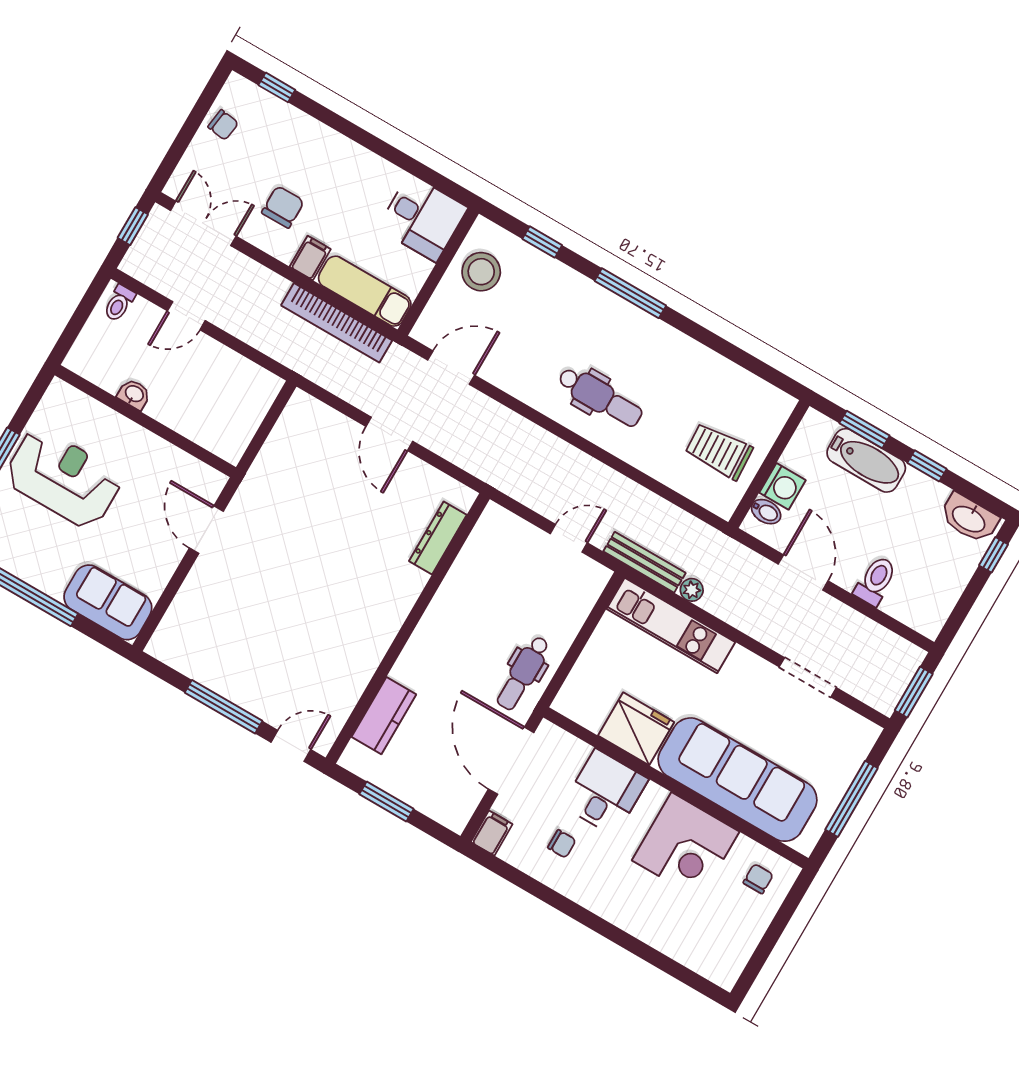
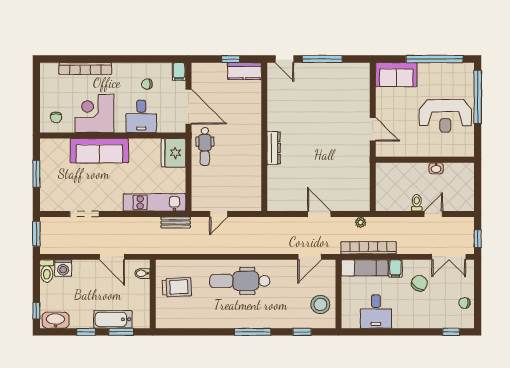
chair: (283, 207) -> (419, 283), turned -149
desk: (423, 218) -> (376, 311), moved, turned -90
toilet: (119, 303) -> (417, 203), moved
dental chair: (600, 397) -> (240, 281), width x1.36, depth x1.38
washing machine: (783, 486) -> (63, 268), moved, turned -90
dresser: (438, 538) -> (274, 148), moved
bench: (644, 562) -> (176, 222), width x0.73
toilet: (876, 581) -> (47, 271), moved
plant: (692, 590) -> (361, 222), moved
dental chair: (523, 673) -> (205, 146), turned 180
kitchen counter: (384, 716) -> (244, 71), moved, turned -90
fridge: (636, 729) -> (173, 153), moved, turned 90
door: (291, 746) -> (284, 59), hinge flipped
sofa: (738, 780) -> (99, 151), width x0.74, depth x0.79
window: (851, 799) -> (36, 174), width x0.69
window: (386, 802) -> (231, 59), width x0.67
bookcase: (656, 935) -> (85, 69), added

